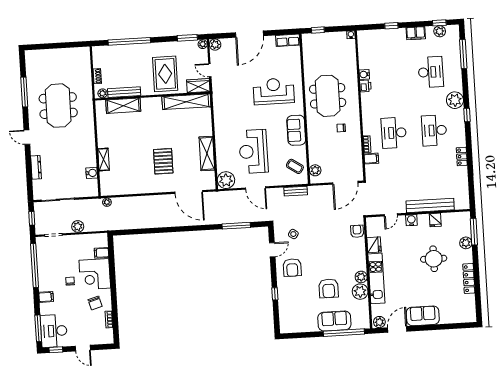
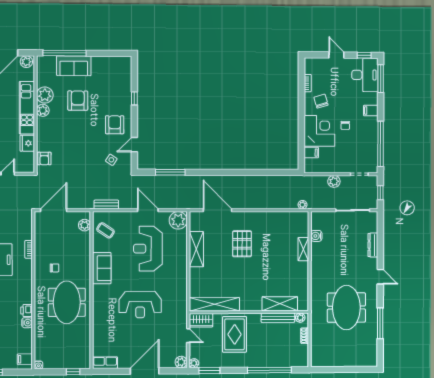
reception desk: (274, 91) -> (140, 305), moved
reception desk: (253, 151) -> (148, 249), turned 180
filing cabinet: (371, 159) -> (25, 359), moved

